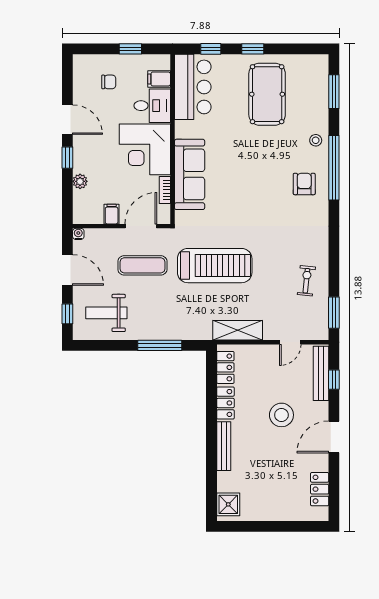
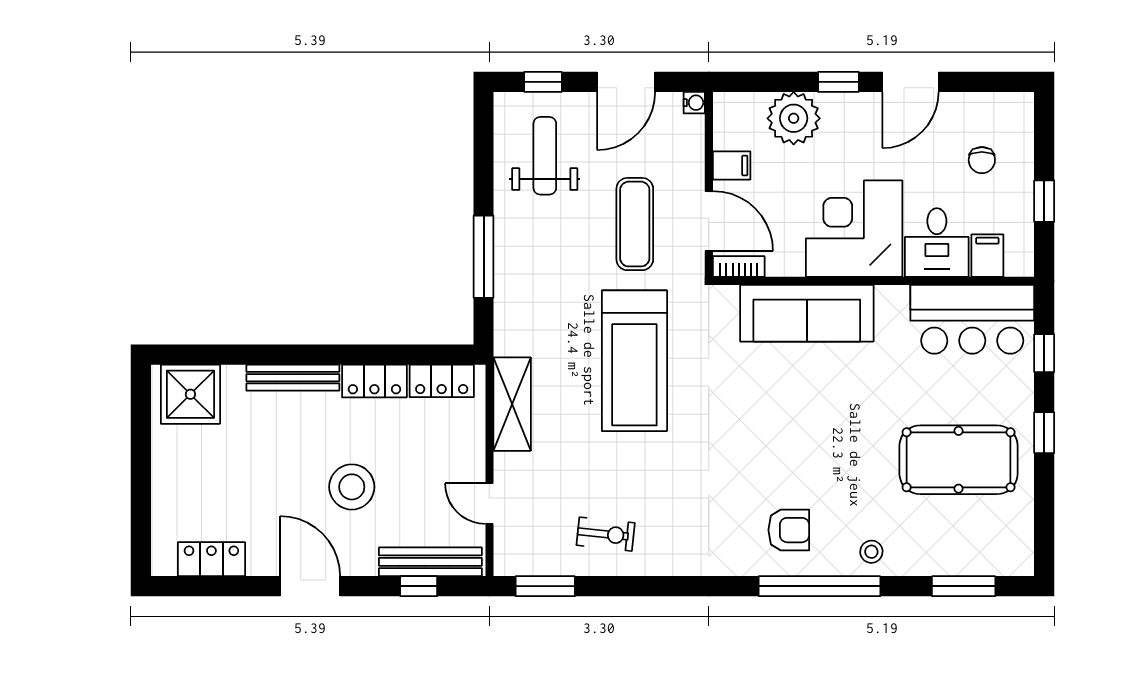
plant: (80, 181) -> (794, 118), width x1.87, depth x1.87
bookcase: (165, 190) -> (739, 267), moved
shower: (228, 504) -> (190, 394), width x1.36, depth x1.36

